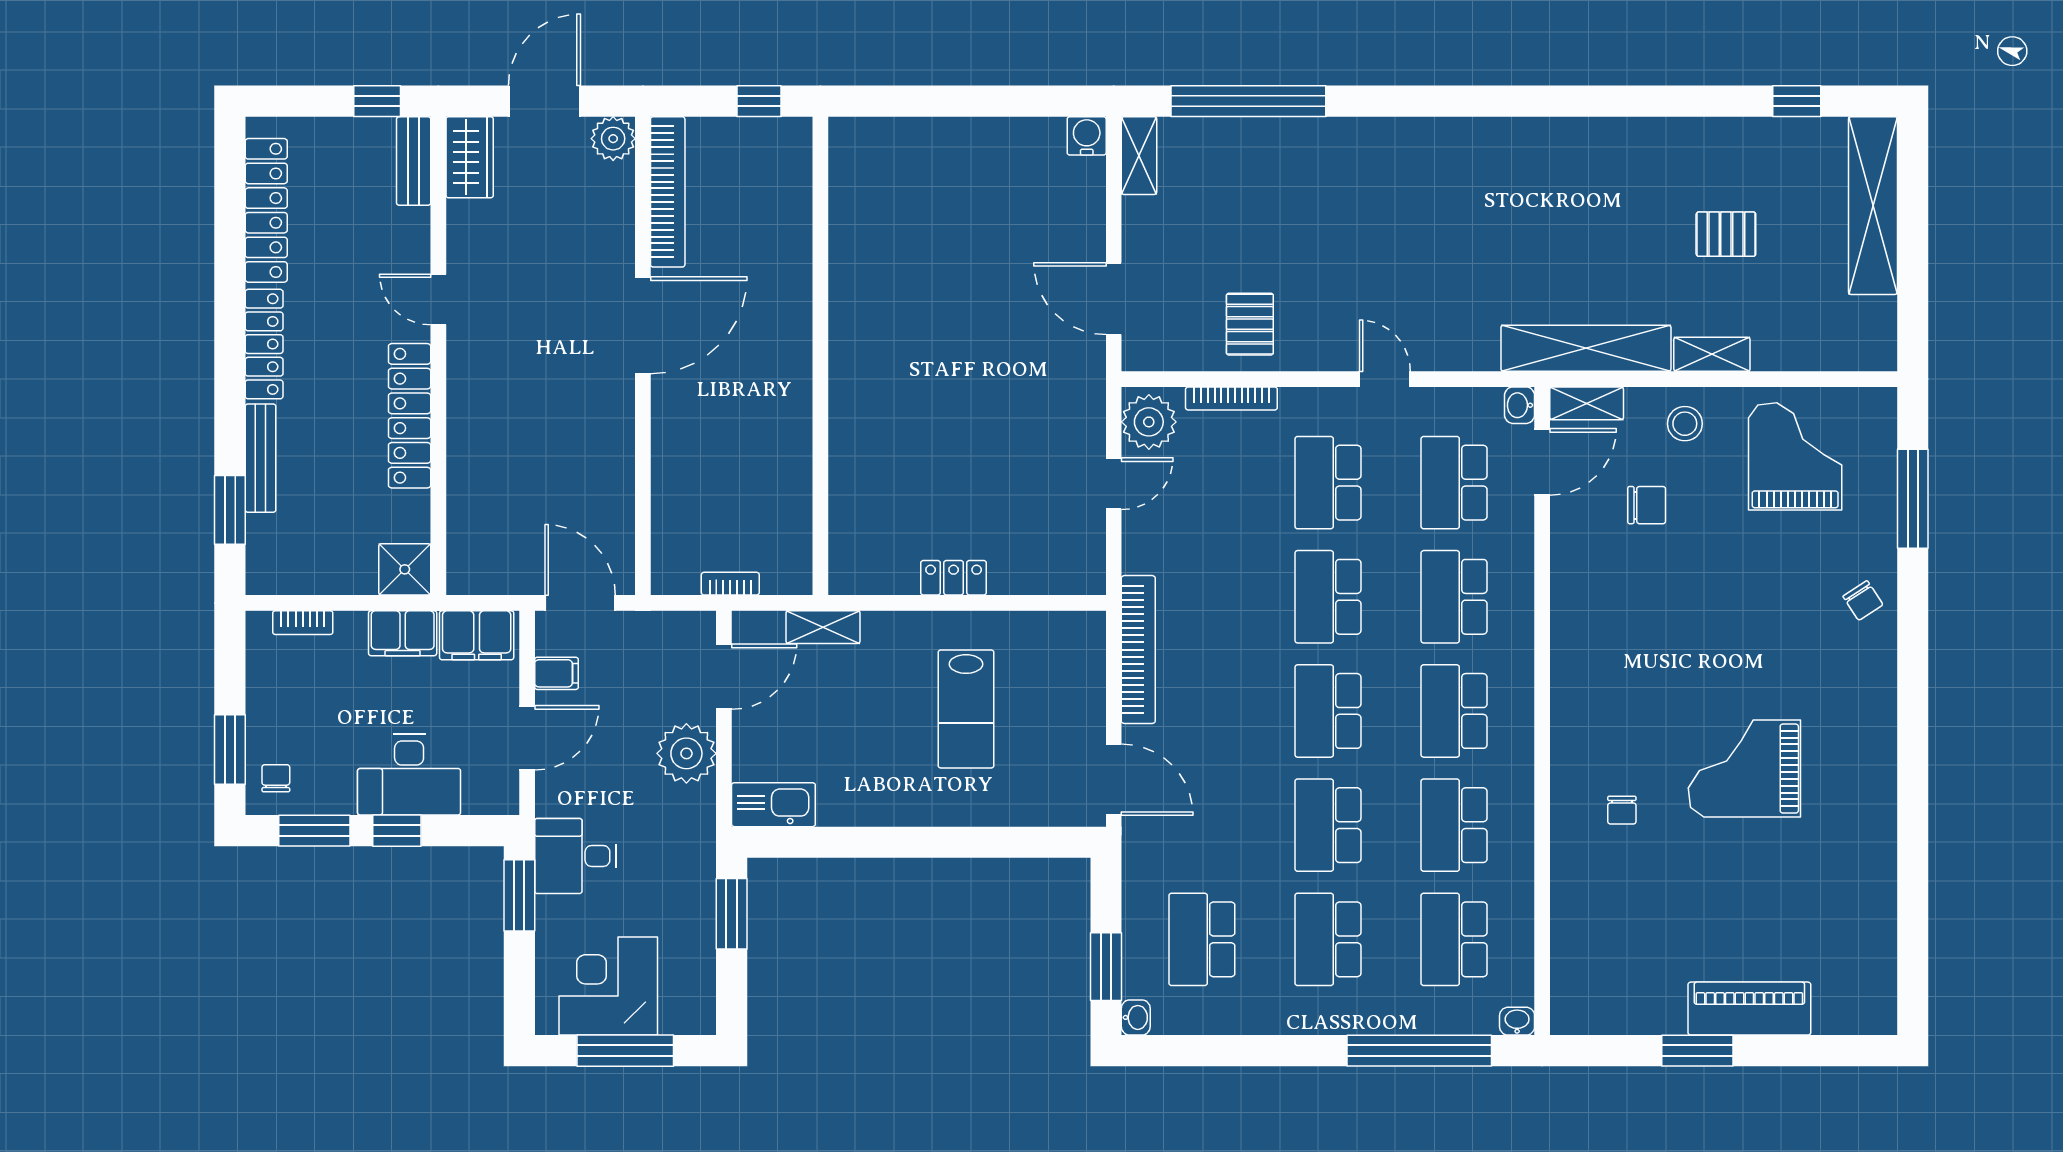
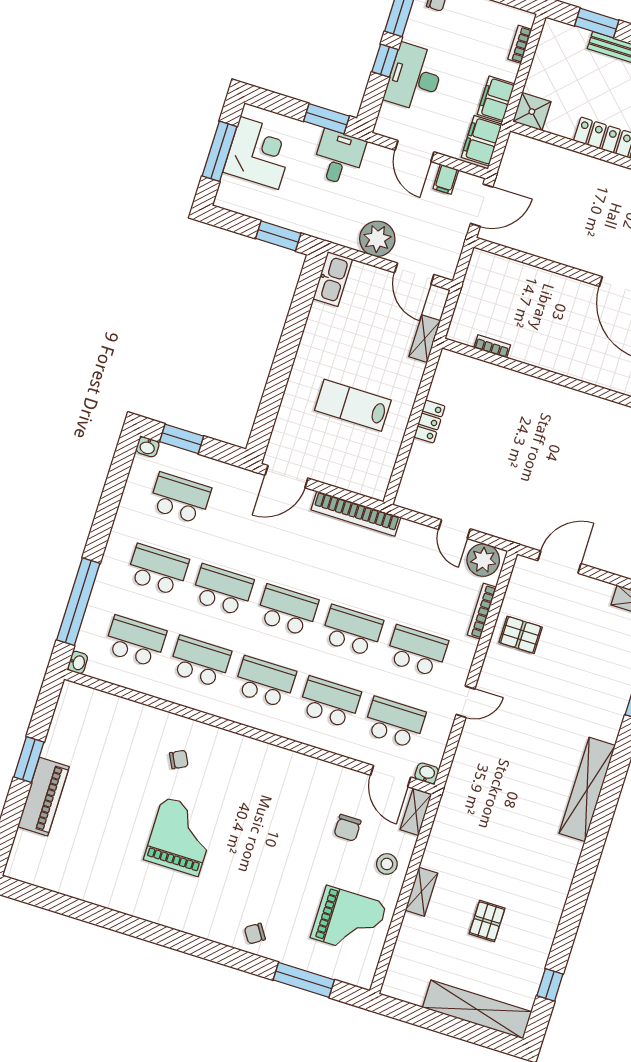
shelving: (1586, 348) -> (587, 789), moved
bookcase: (730, 584) -> (492, 346), moved, turned -90
chair: (1622, 810) -> (179, 760), turned 153

